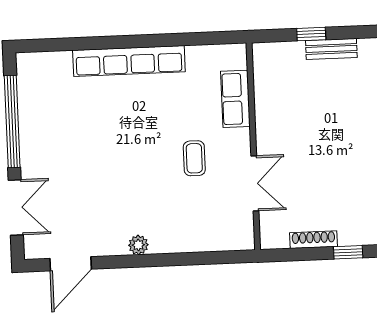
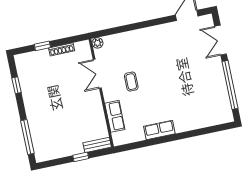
bench: (331, 49) -> (97, 145), moved
row of seats: (129, 61) -> (159, 130), width x0.50
plant: (138, 245) -> (97, 43), moved

